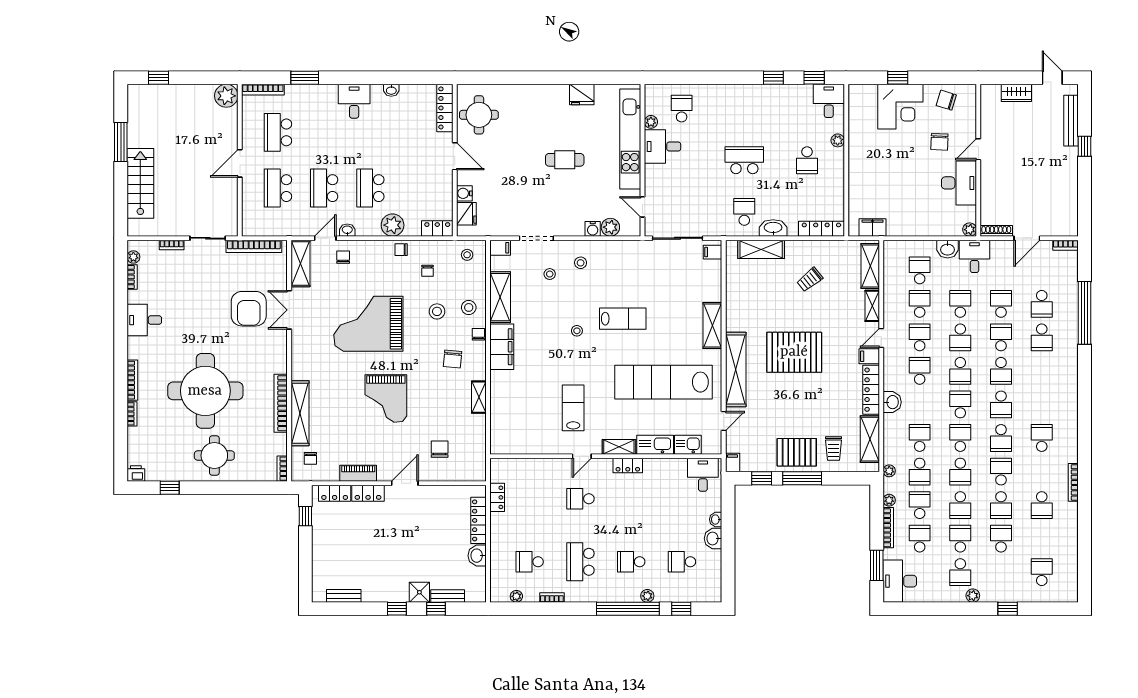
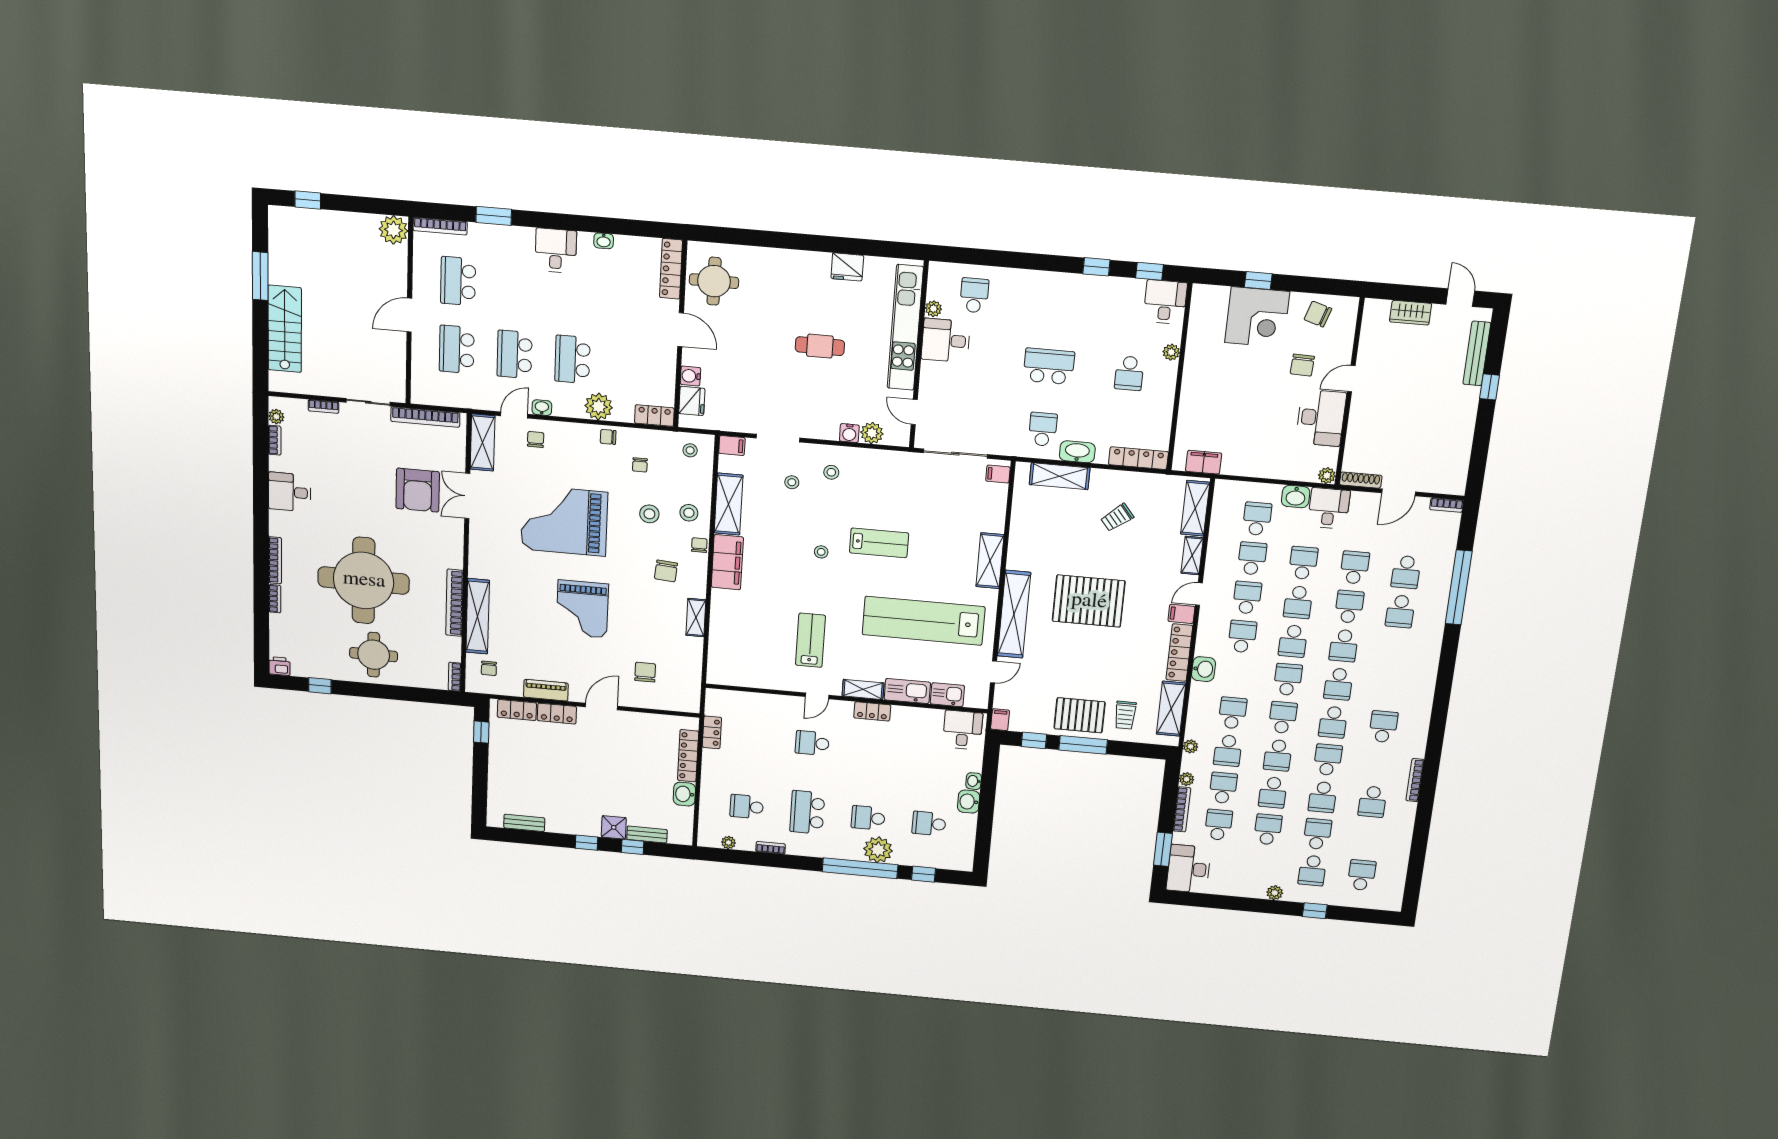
school desk: (960, 572) -> (1312, 871), moved
plant: (647, 596) -> (878, 850), width x1.88, depth x1.88

